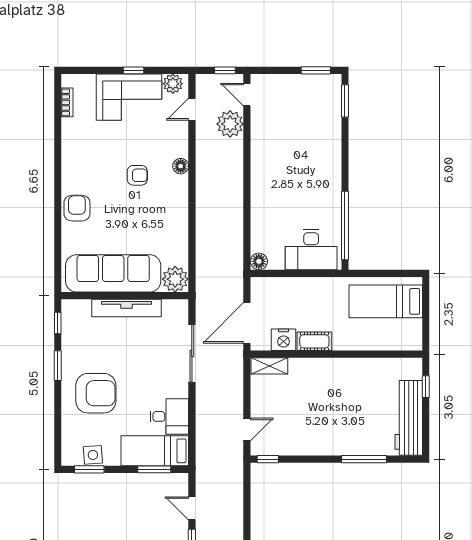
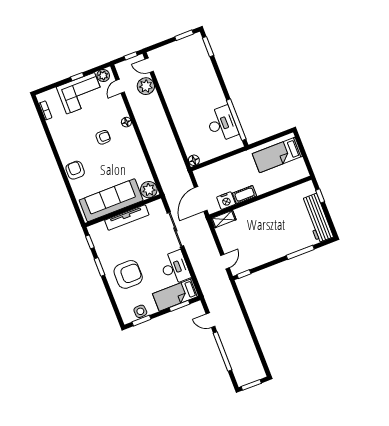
desk: (311, 250) -> (222, 124), moved, turned -90
desk: (169, 416) -> (175, 268), width x1.37

